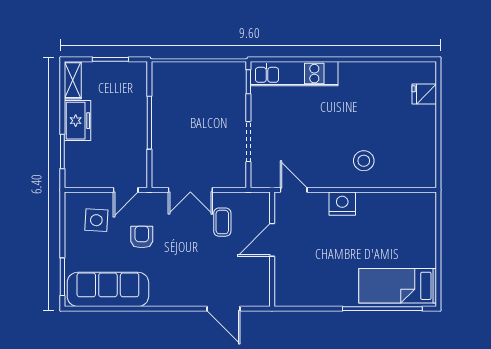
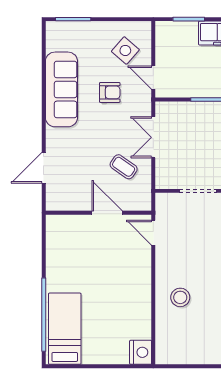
door: (294, 190) -> (153, 233), swing flipped
nightstand: (342, 204) -> (141, 352), moved
side table: (96, 220) -> (125, 50), turned 38
coffee table: (222, 222) -> (124, 167), turned 35
sofa: (108, 289) -> (61, 89), moved

